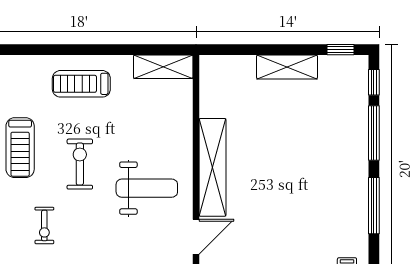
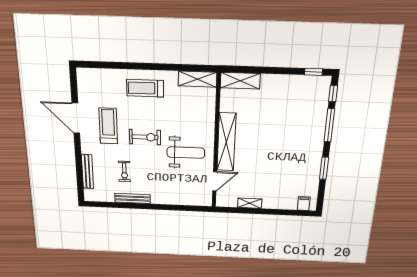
shelving: (287, 67) -> (240, 81), moved
treadmill: (20, 148) -> (108, 126), turned 180
exercise bike: (80, 164) -> (145, 137), turned 90
window: (374, 206) -> (324, 168), width x0.69

